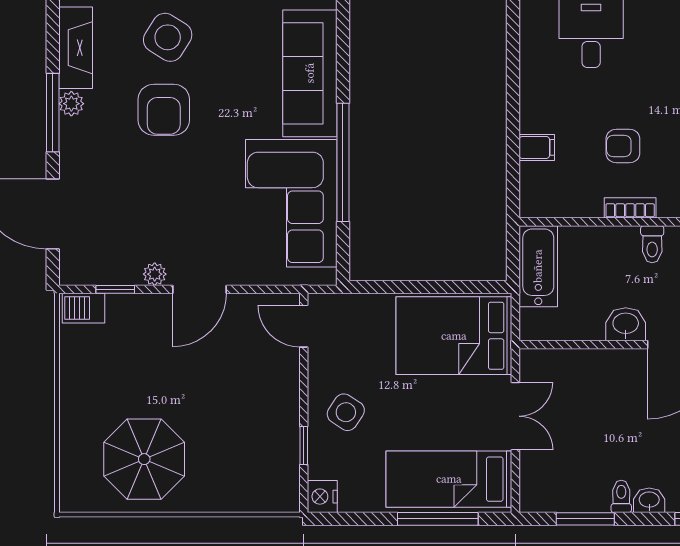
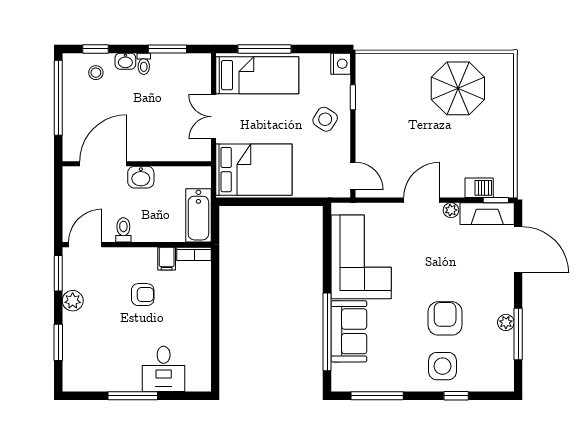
side table: (168, 37) -> (442, 366), turned -32
fireplace: (76, 48) -> (487, 214), moved, turned -90
sofa: (310, 73) -> (349, 331), width x0.73
window: (53, 113) -> (518, 334), moved
filing cabinet: (537, 147) -> (167, 259), moved, turned -90
window: (343, 162) -> (327, 332), moved
bookcase: (630, 208) -> (194, 254), moved
window: (115, 289) -> (496, 200), moved
barbecue: (83, 308) -> (479, 188), moved

